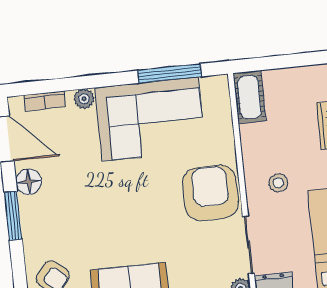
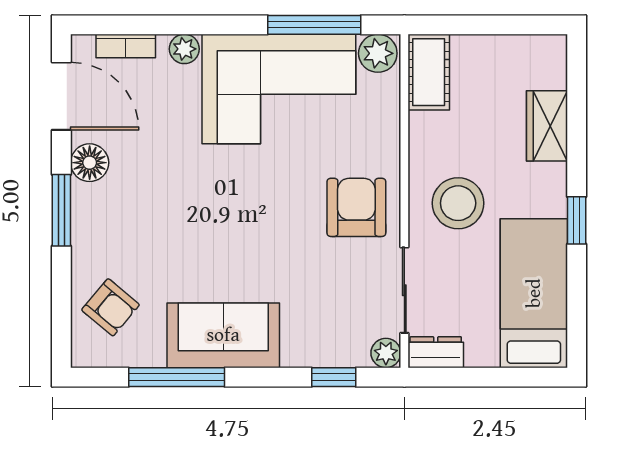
plant: (214, 88) -> (378, 53), added
stool: (278, 183) -> (458, 203), width x1.89, depth x1.89
armchair: (211, 193) -> (356, 207), width x0.73, depth x0.73

